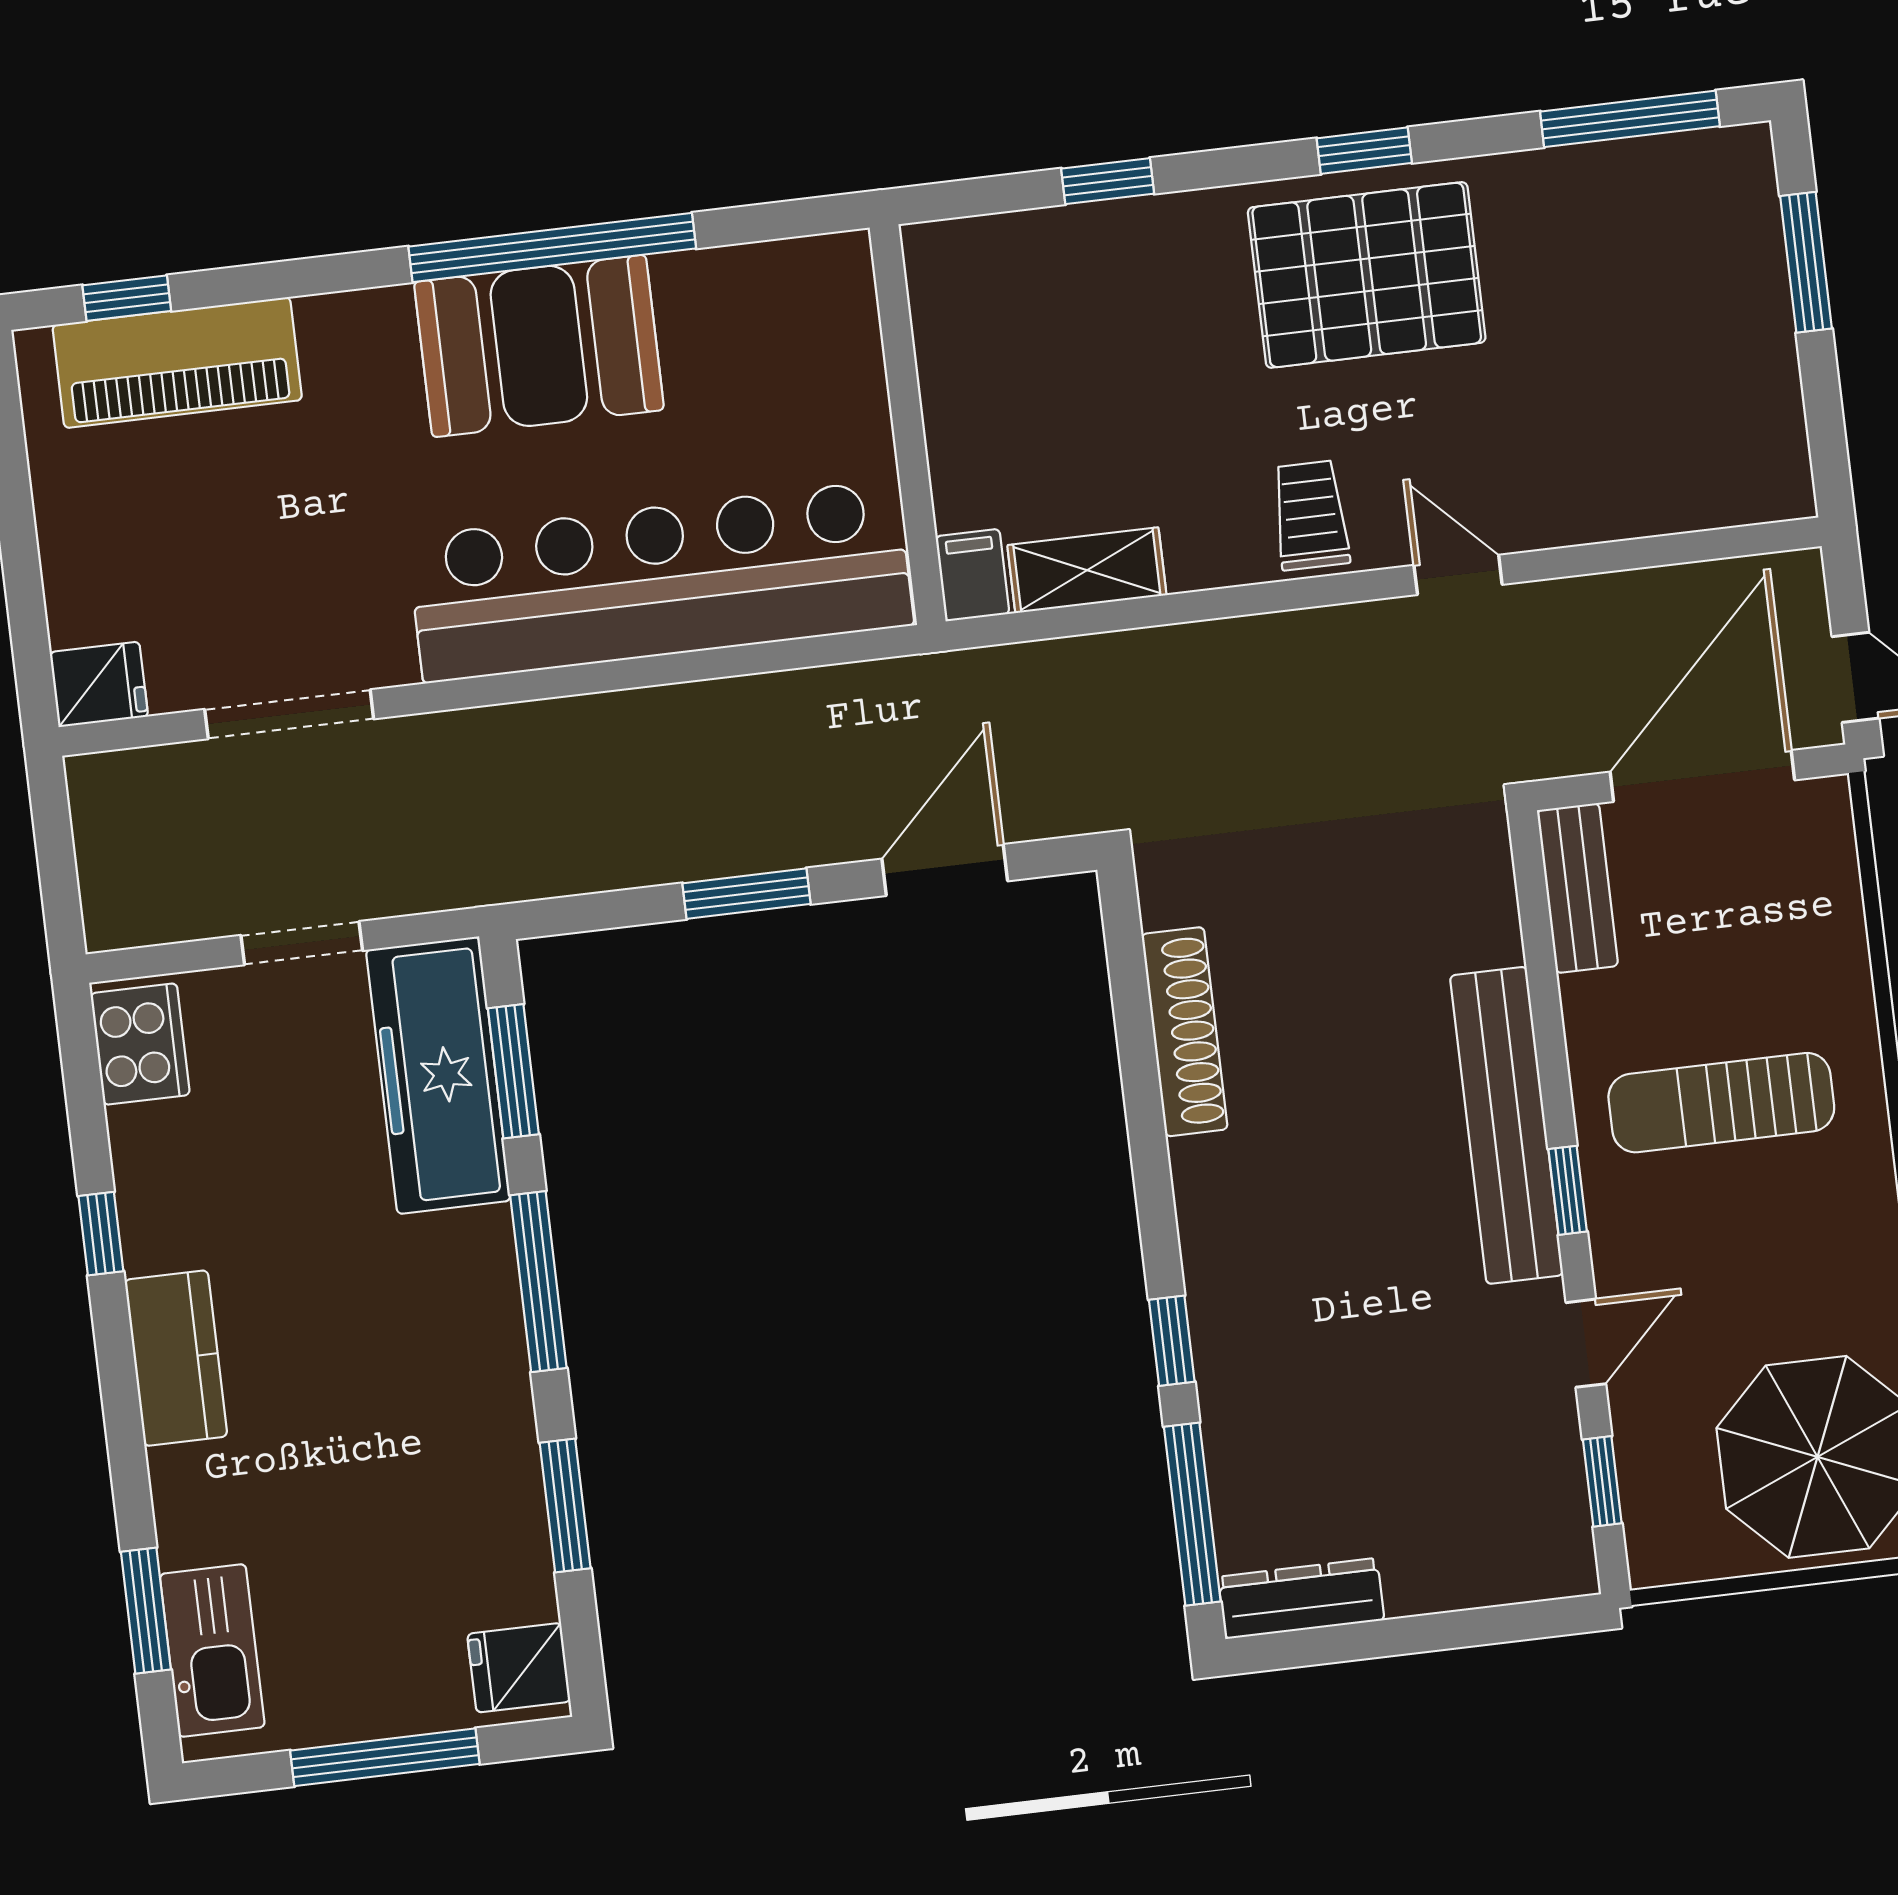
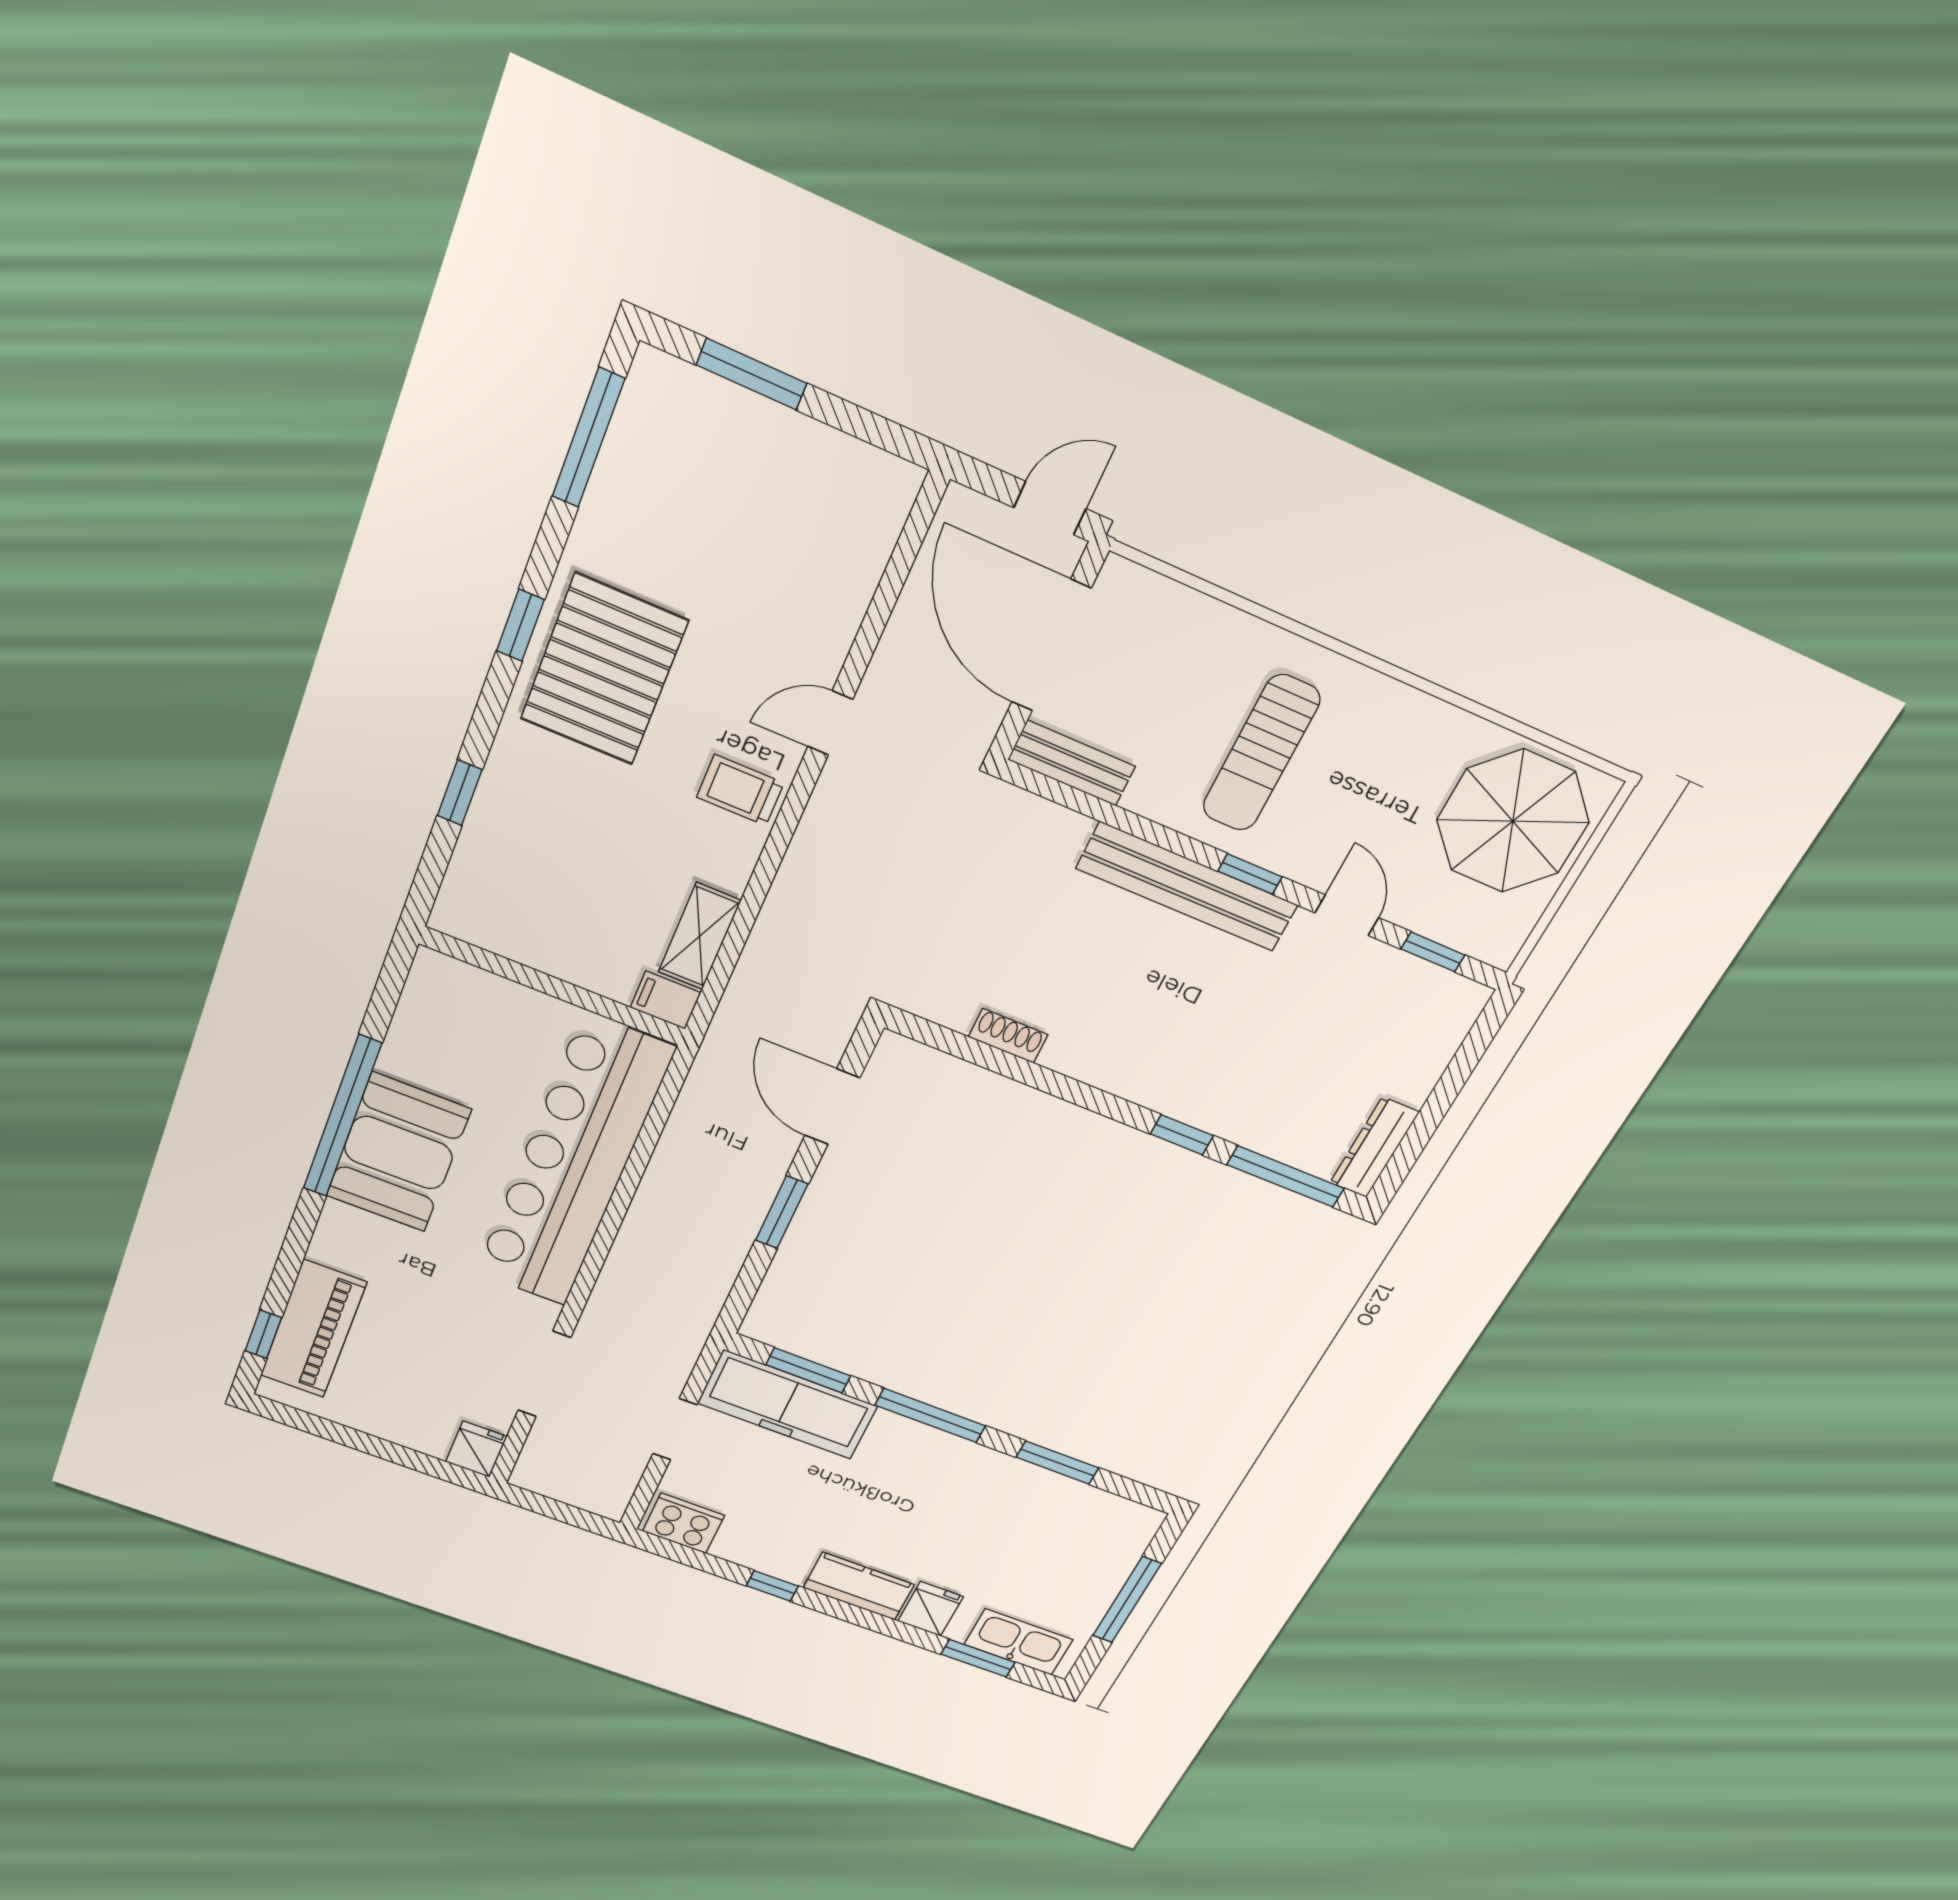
shoe rack: (1185, 1032) -> (1008, 1036), width x0.51, depth x0.81
fridge: (519, 1668) -> (930, 1609), moved, turned 180

